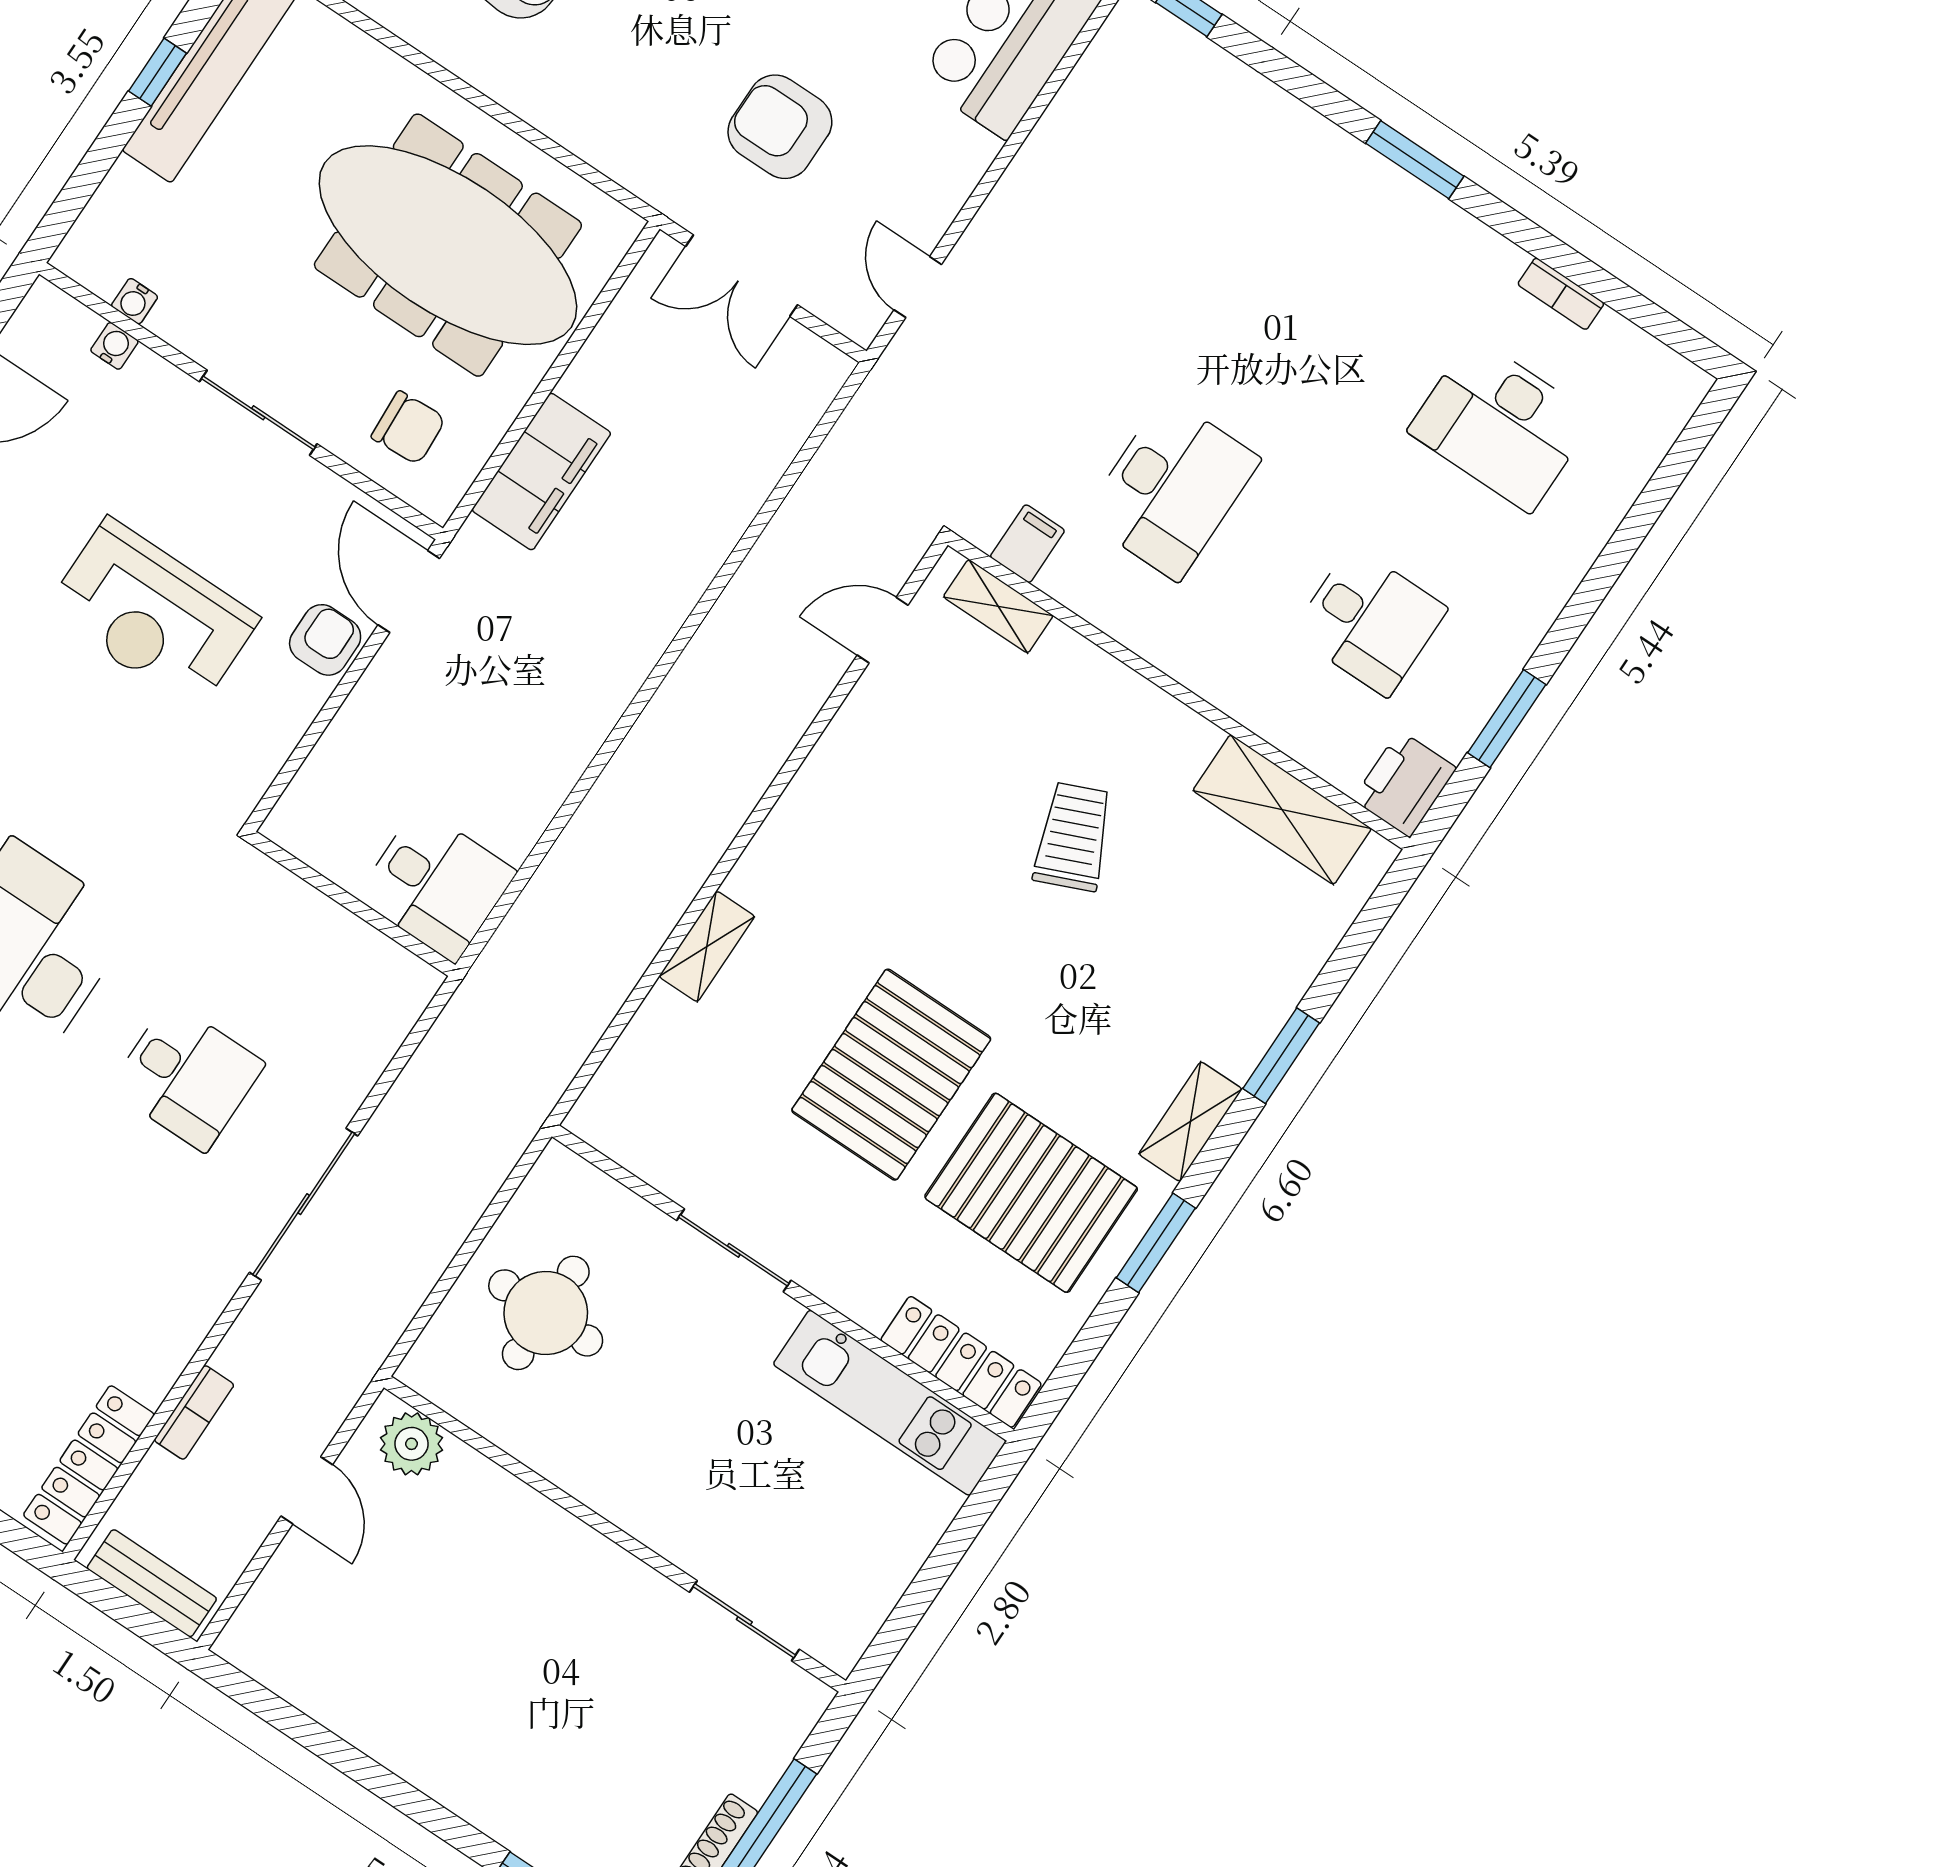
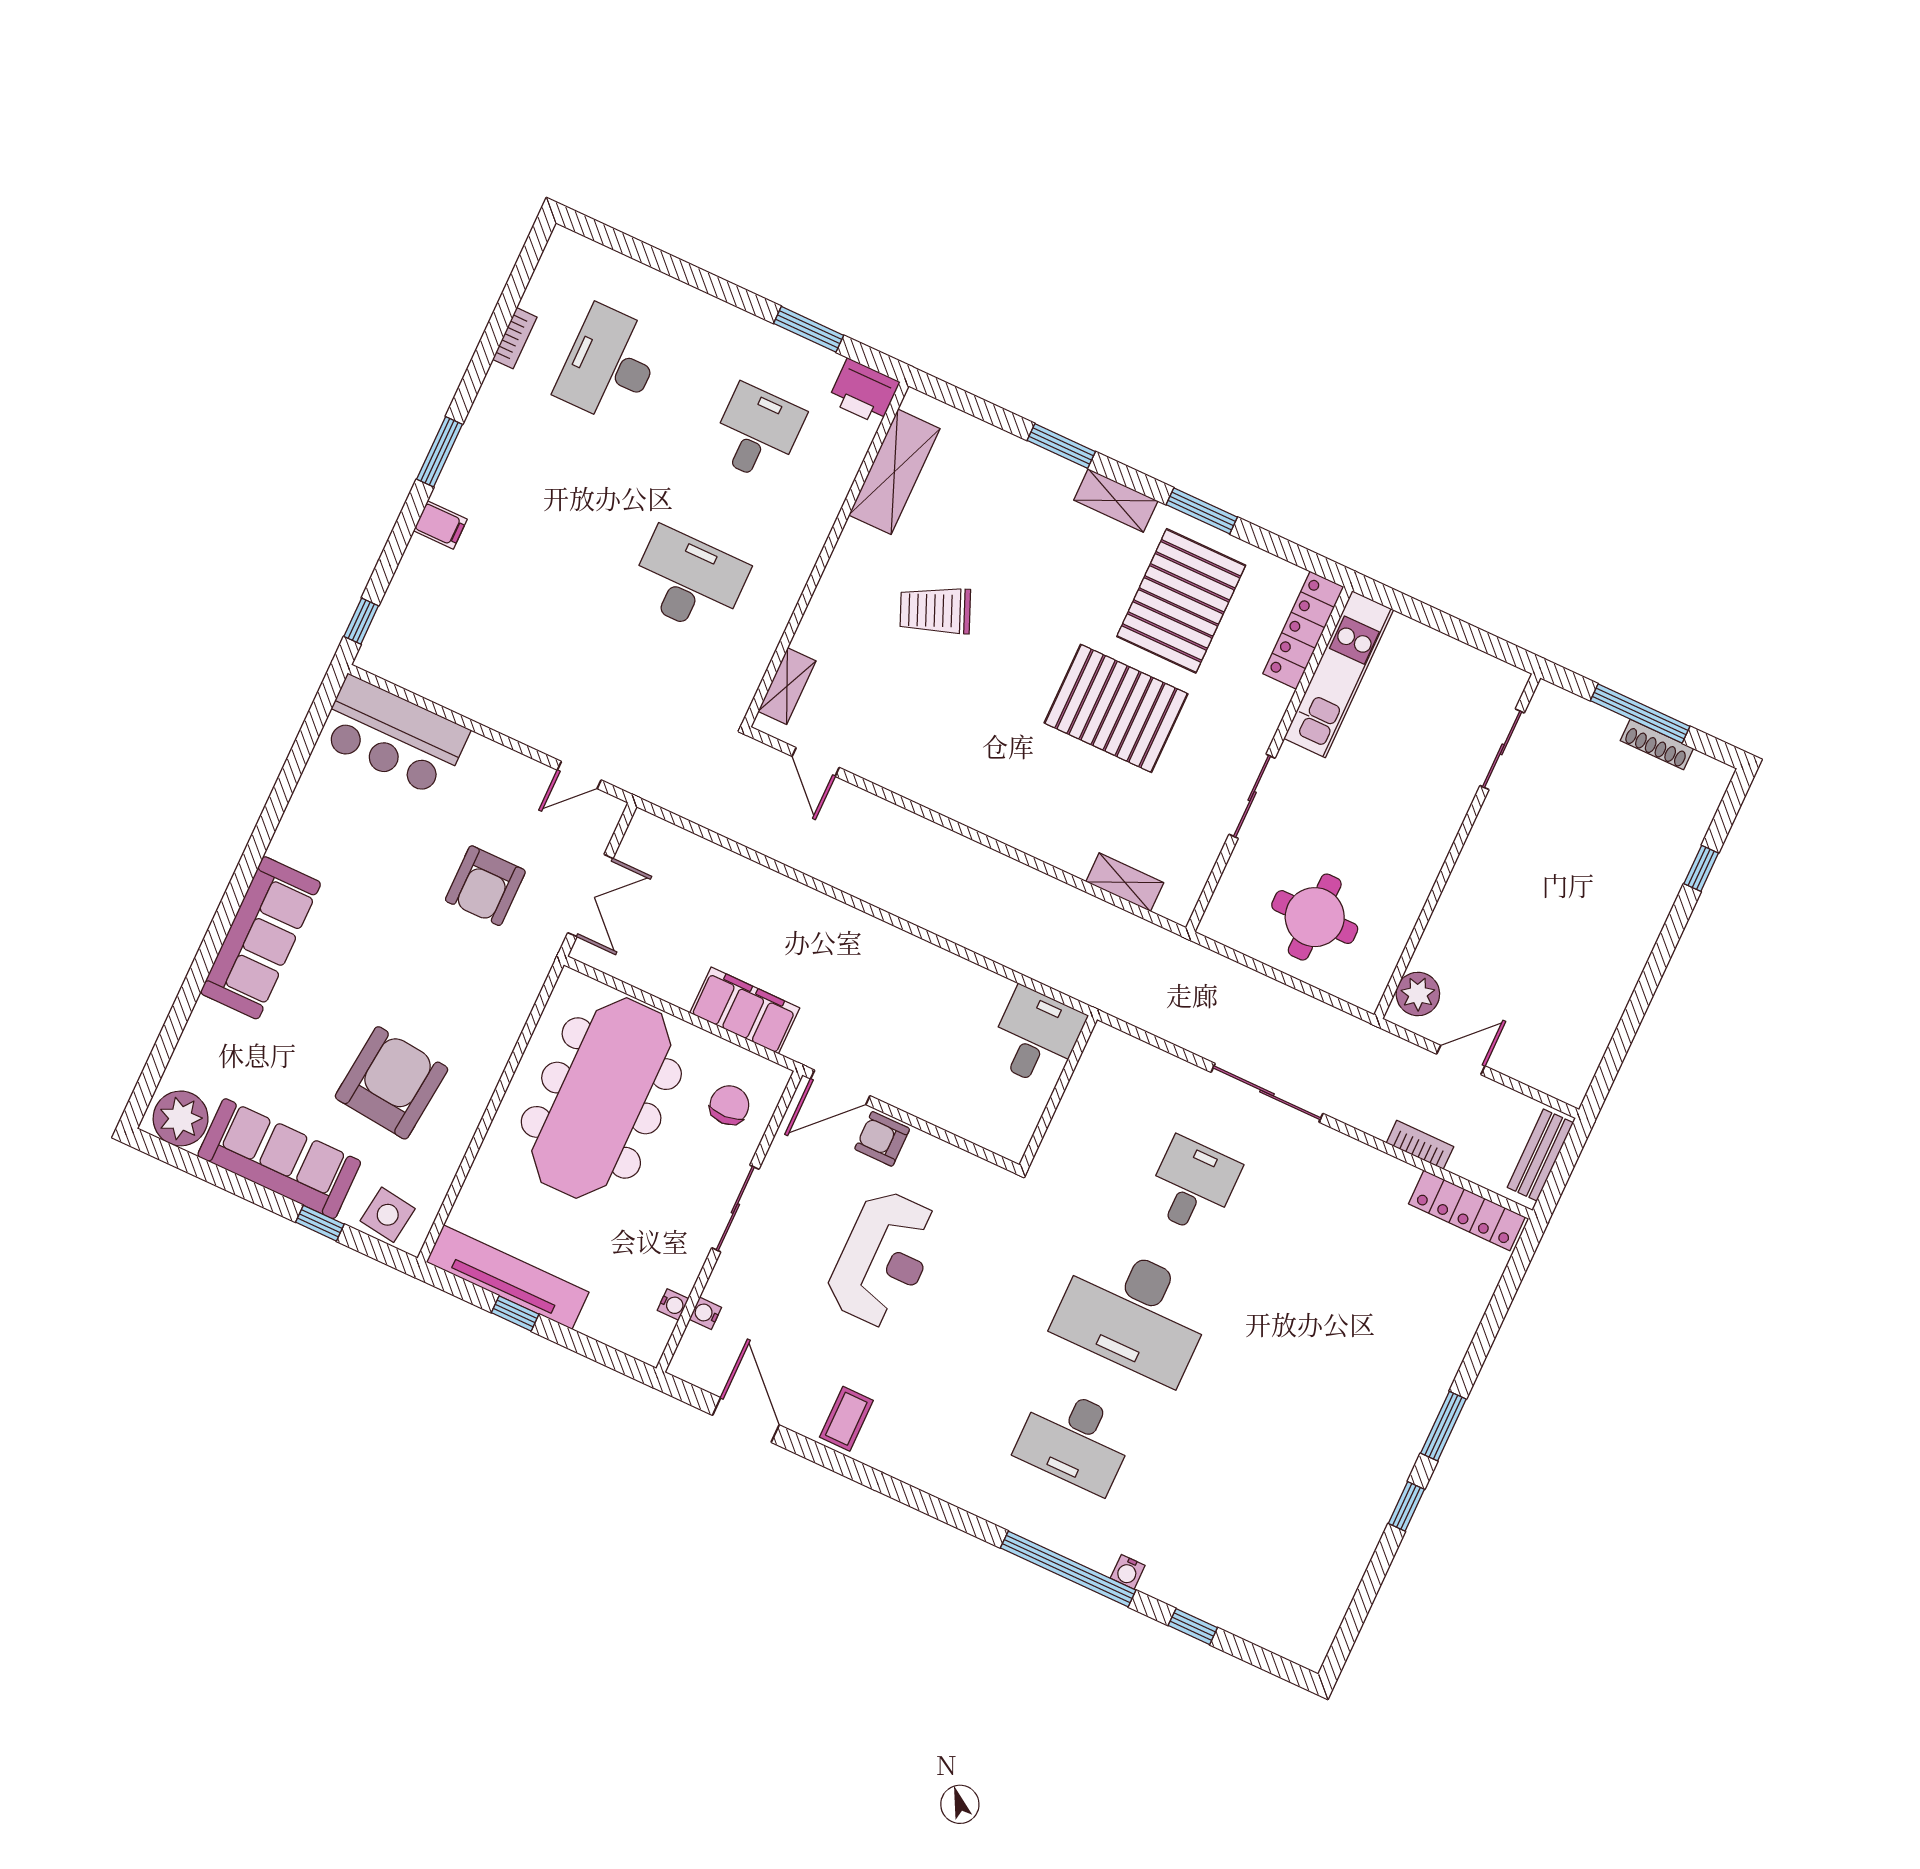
desk: (1501, 424) -> (610, 365), turned 180
filing cabinet: (1027, 544) -> (440, 525), moved, turned 180
shelving: (707, 946) -> (1125, 882), moved

